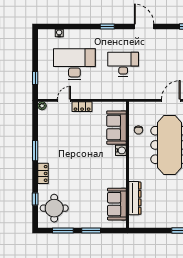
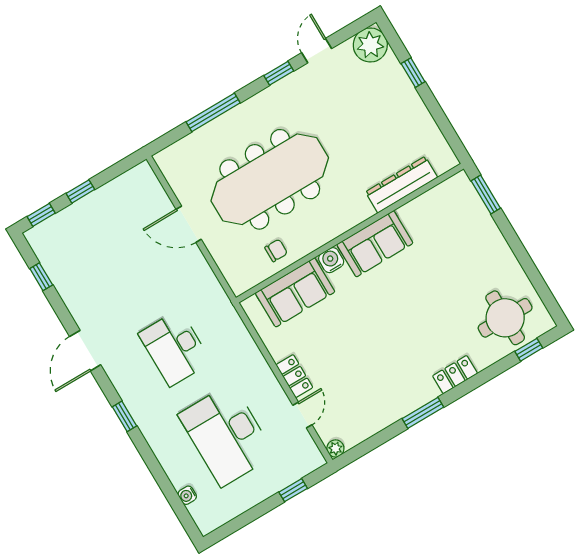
door: (64, 100) -> (302, 415), swing flipped
window: (35, 199) -> (529, 350), moved
sofa: (117, 204) -> (375, 244), moved
window: (63, 231) -> (536, 279), removed
window: (91, 231) -> (486, 194), moved

